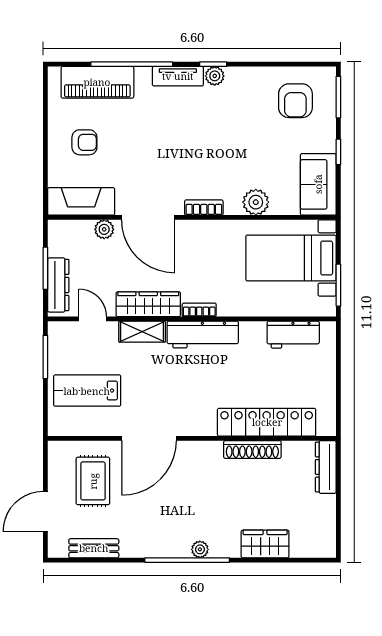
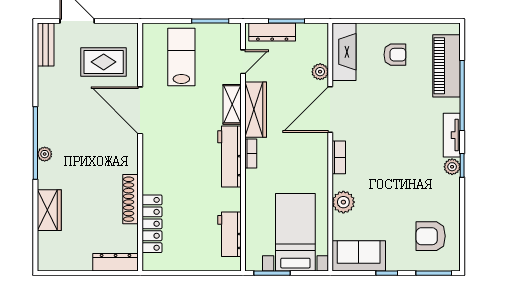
armchair: (84, 142) -> (395, 55), turned -90
locker: (267, 422) -> (152, 224), width x0.71, depth x0.83
bench: (94, 548) -> (46, 44), moved

